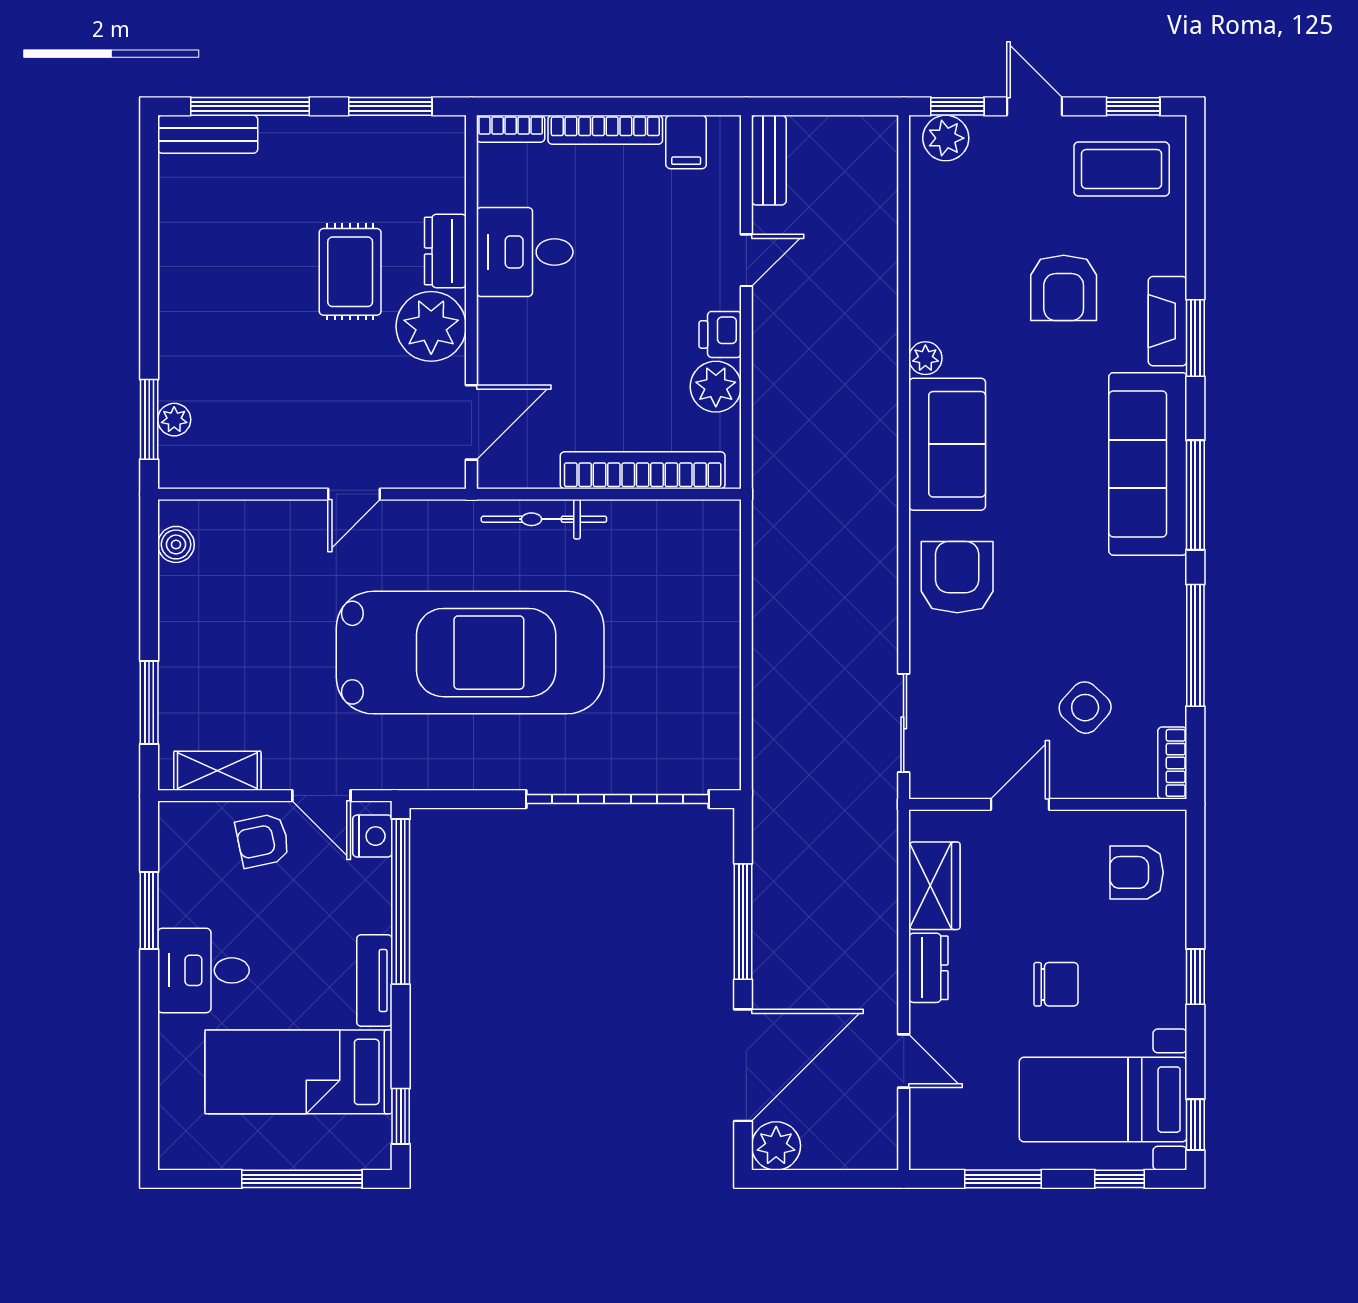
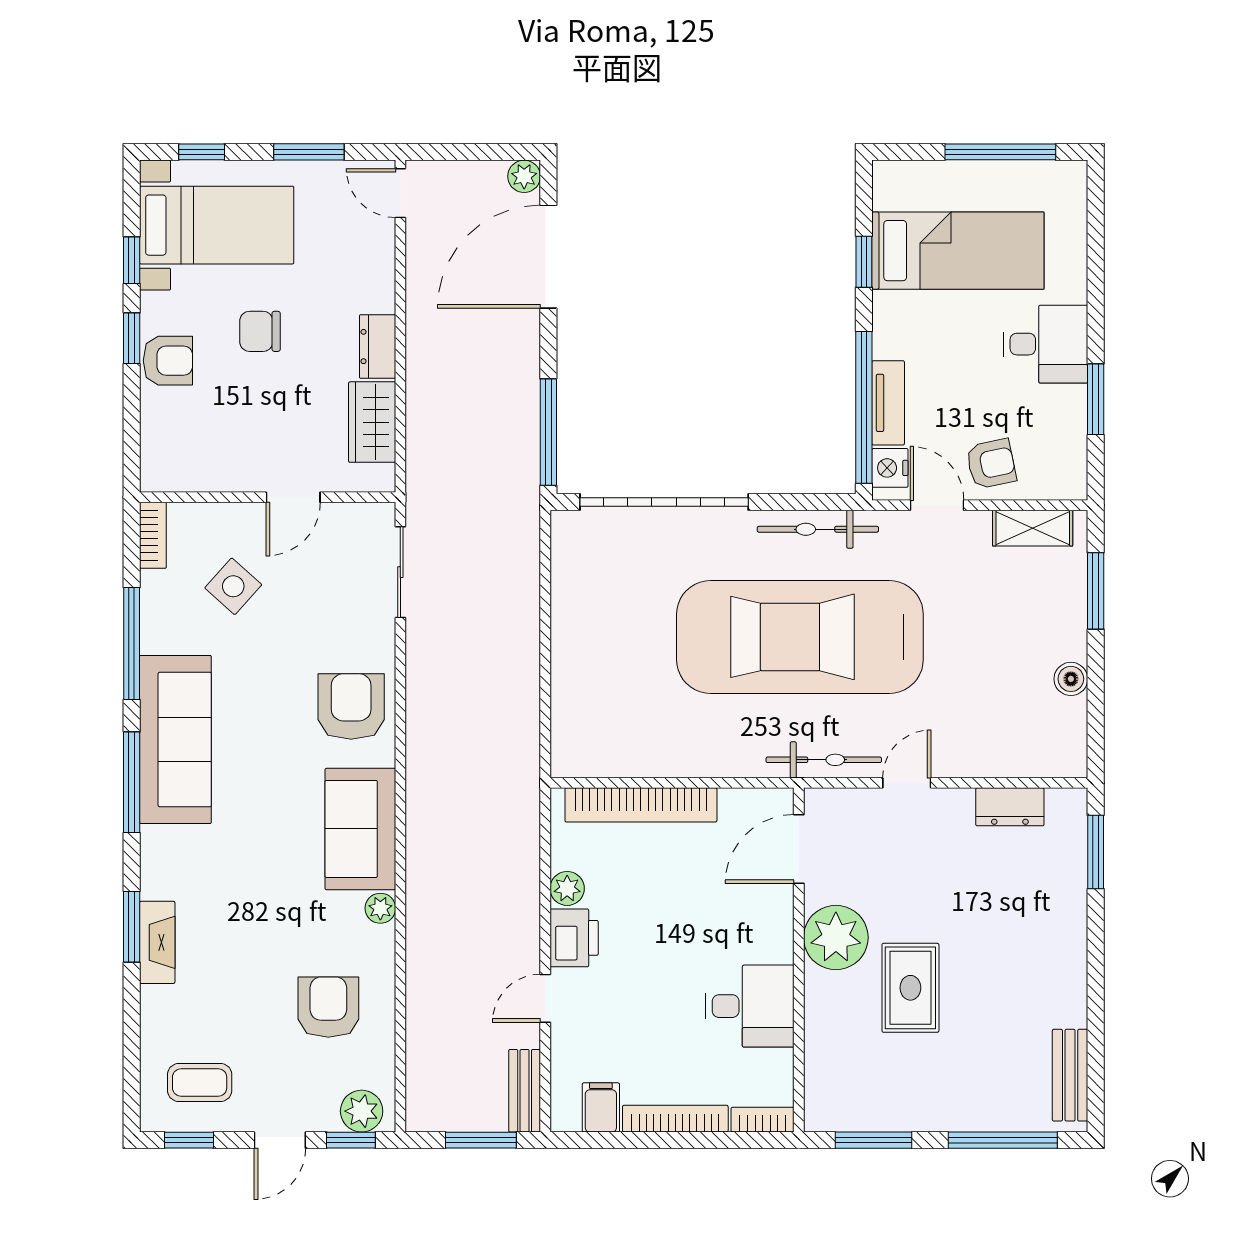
window: (816, 106) -> (481, 1140), added
door: (1034, 106) -> (280, 1140), hinge flipped
bench: (208, 134) -> (1070, 1075), moved, turned 90
coffee table: (1122, 169) -> (200, 1083), width x0.73, depth x0.77
dresser: (445, 251) -> (1010, 807), moved, turned 90
armchair: (1064, 288) -> (328, 1007), moved
printer: (720, 334) -> (574, 938), width x1.36, depth x1.24
plant: (716, 387) -> (567, 888), width x0.73, depth x0.73
plant: (174, 420) -> (1073, 852), removed
sofa: (1148, 464) -> (175, 740), moved
bicycle: (544, 519) -> (824, 760), moved
boiler: (176, 544) -> (1071, 679), moved
armchair: (957, 577) -> (351, 707), turned 180
bicycle: (451, 769) -> (818, 529), added
armchair: (1137, 872) -> (168, 361), moved
window: (743, 922) -> (548, 432), moved
tv unit: (374, 980) -> (888, 403), moved
door: (904, 1061) -> (400, 193), moved
window: (401, 1116) -> (864, 262), moved
window: (1195, 1125) -> (132, 260), moved
plant: (776, 1146) -> (524, 176), width x0.73, depth x0.73
window: (302, 1179) -> (1000, 152), moved

